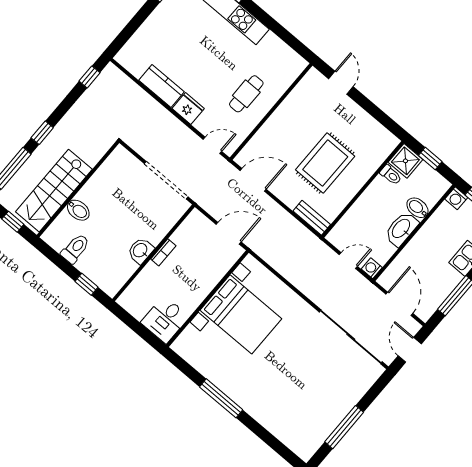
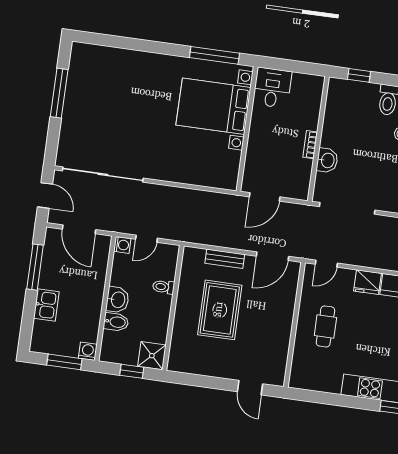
toilet: (391, 175) -> (164, 287), moved
bench: (312, 218) -> (225, 259), moved
washbasin: (401, 229) -> (118, 300), width x0.72
washbasin: (140, 251) -> (327, 160), moved
bed with nightstands: (241, 314) -> (213, 106), moved
window: (221, 398) -> (215, 55), moved

